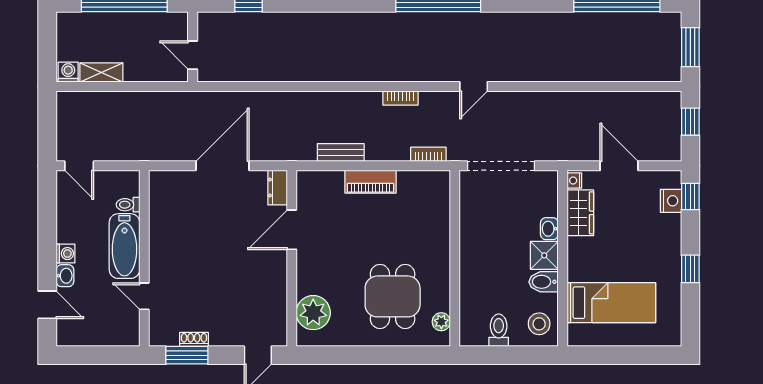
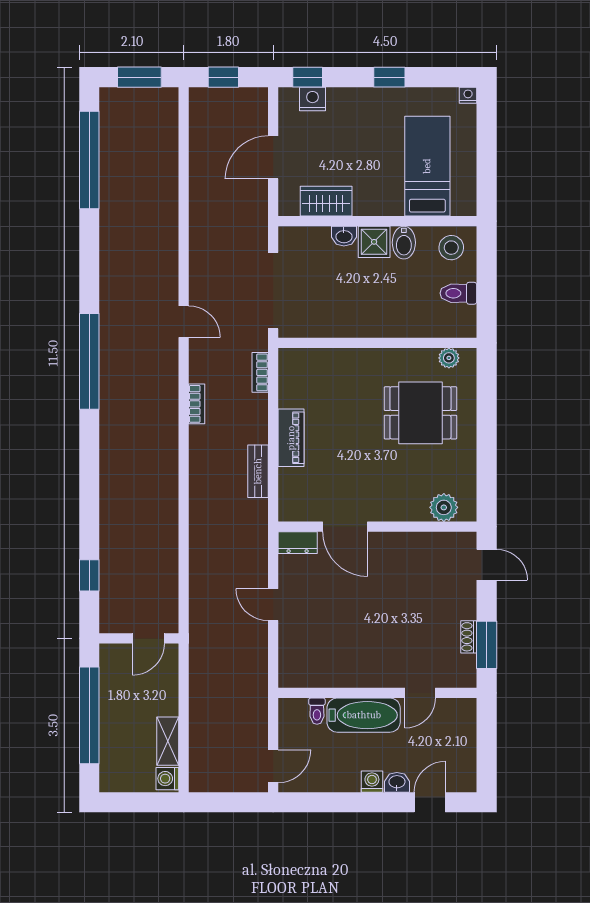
door: (222, 166) -> (273, 605), width x0.53
nightstand: (574, 181) -> (468, 95), moved, turned 180
plant: (313, 313) -> (444, 507), width x0.73, depth x0.73

